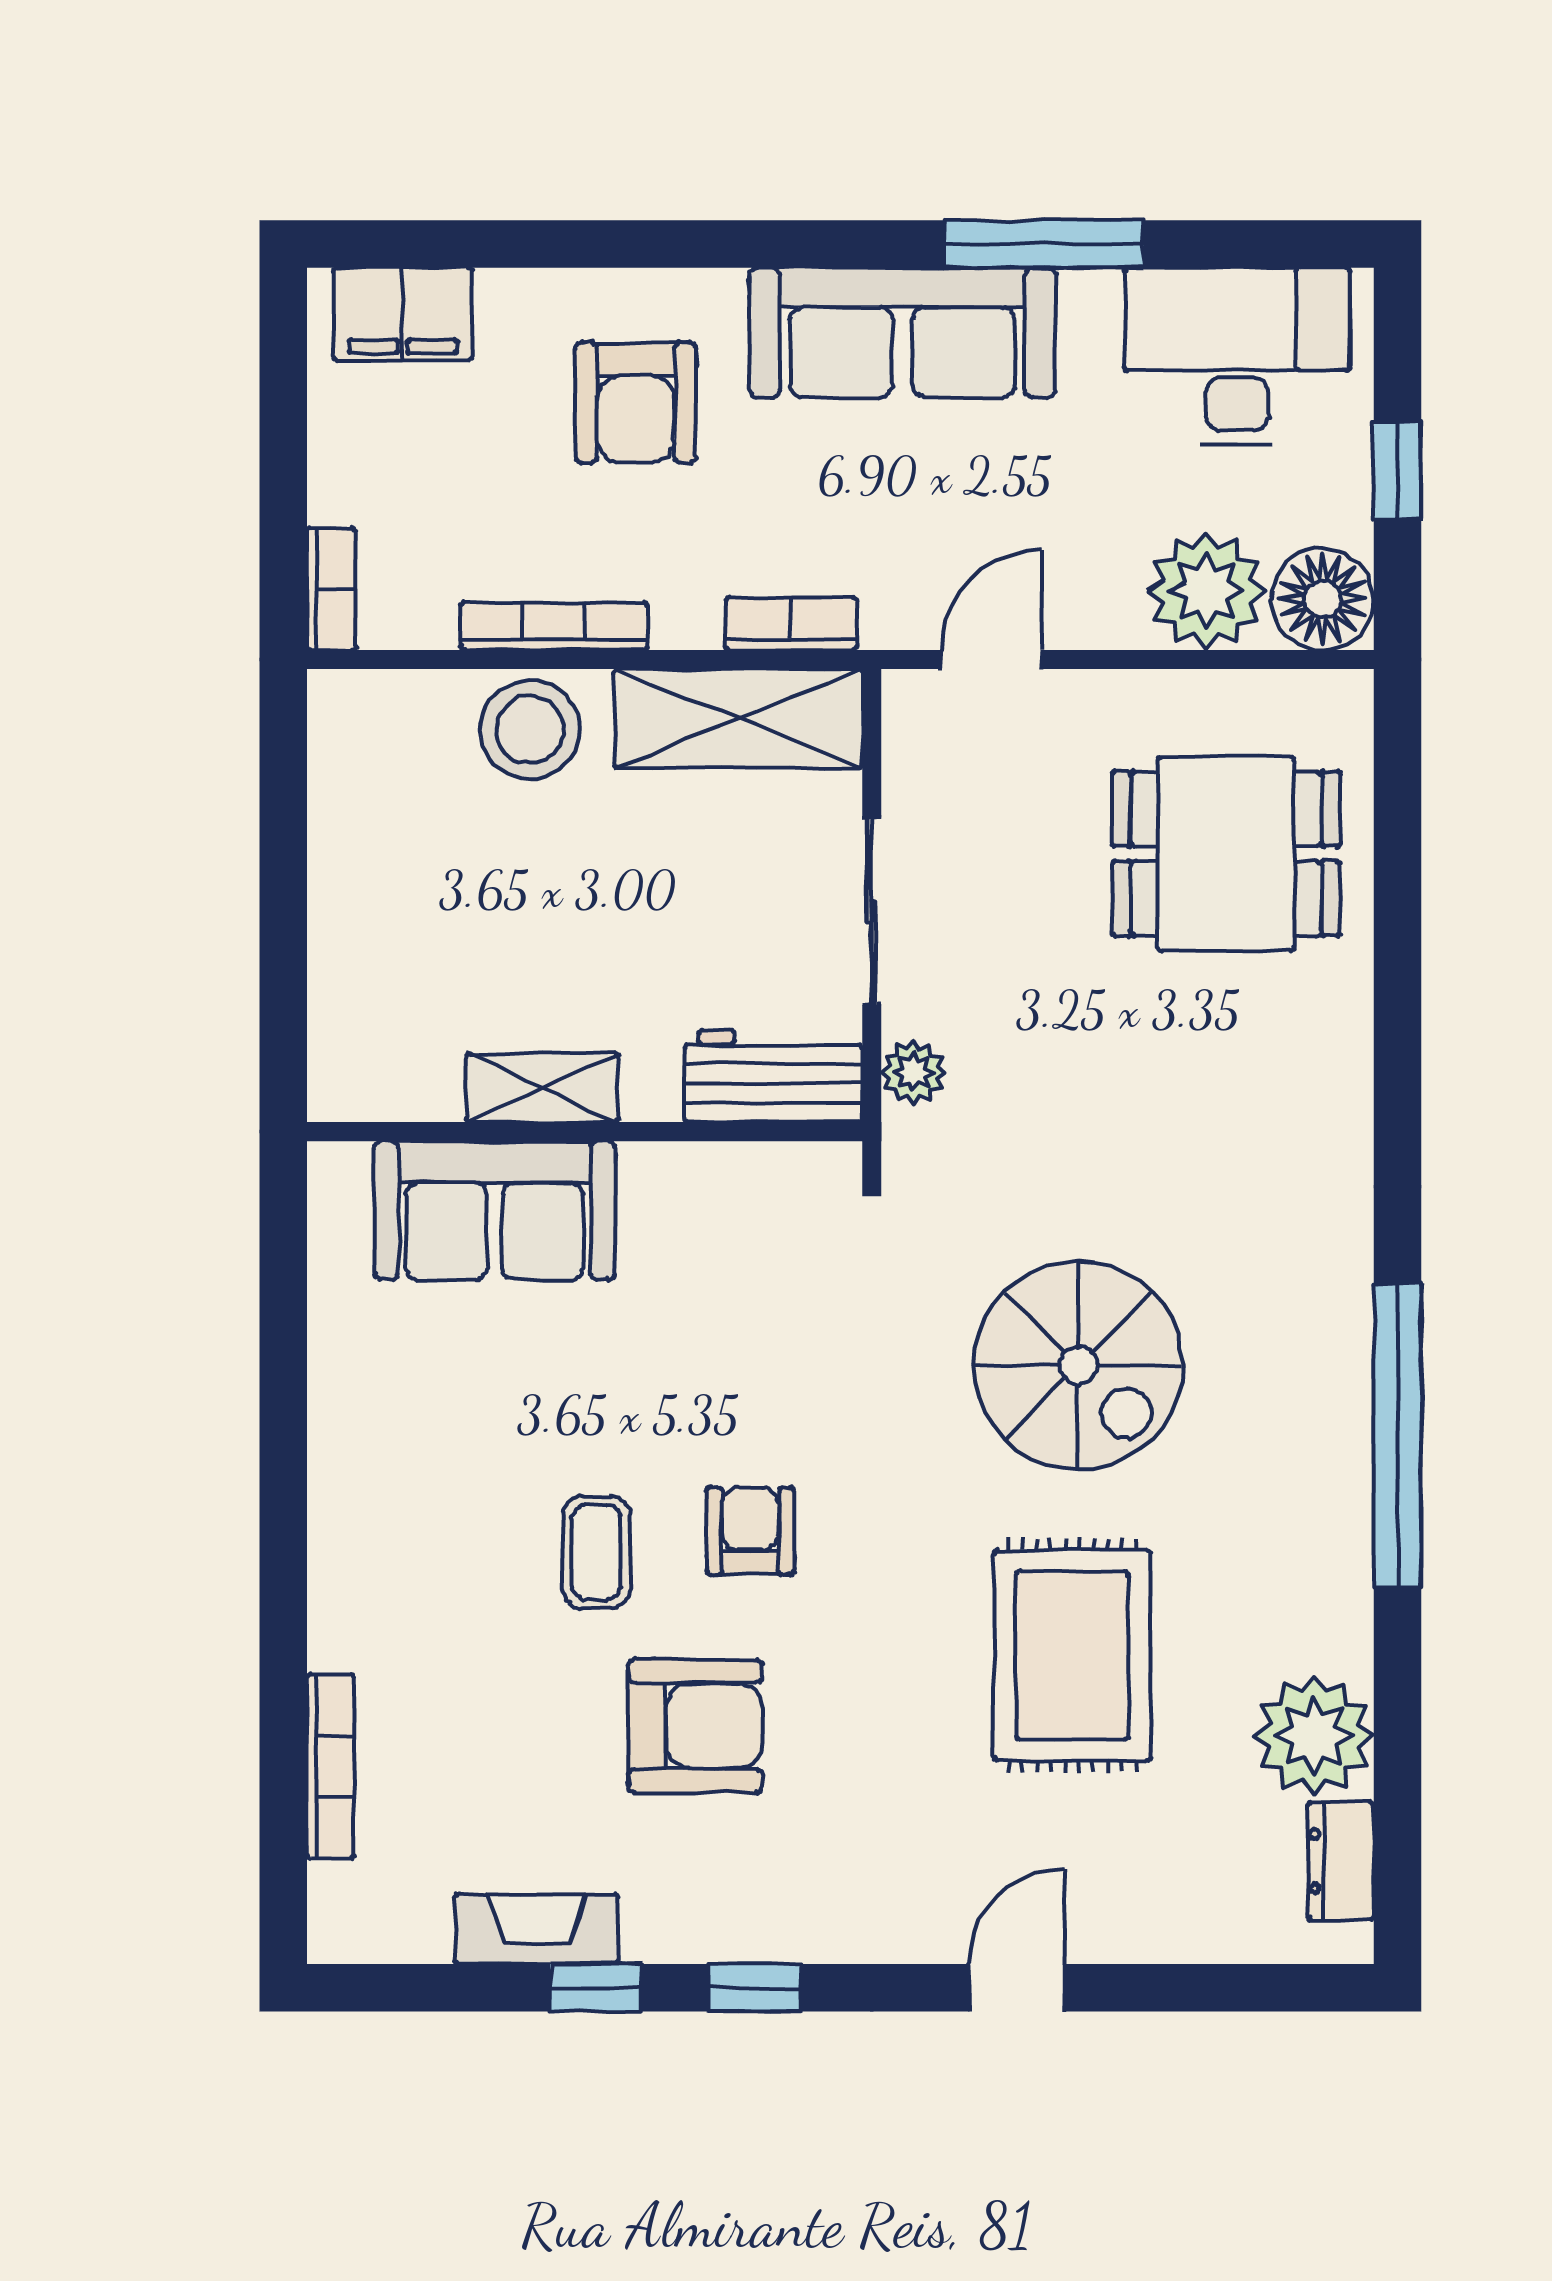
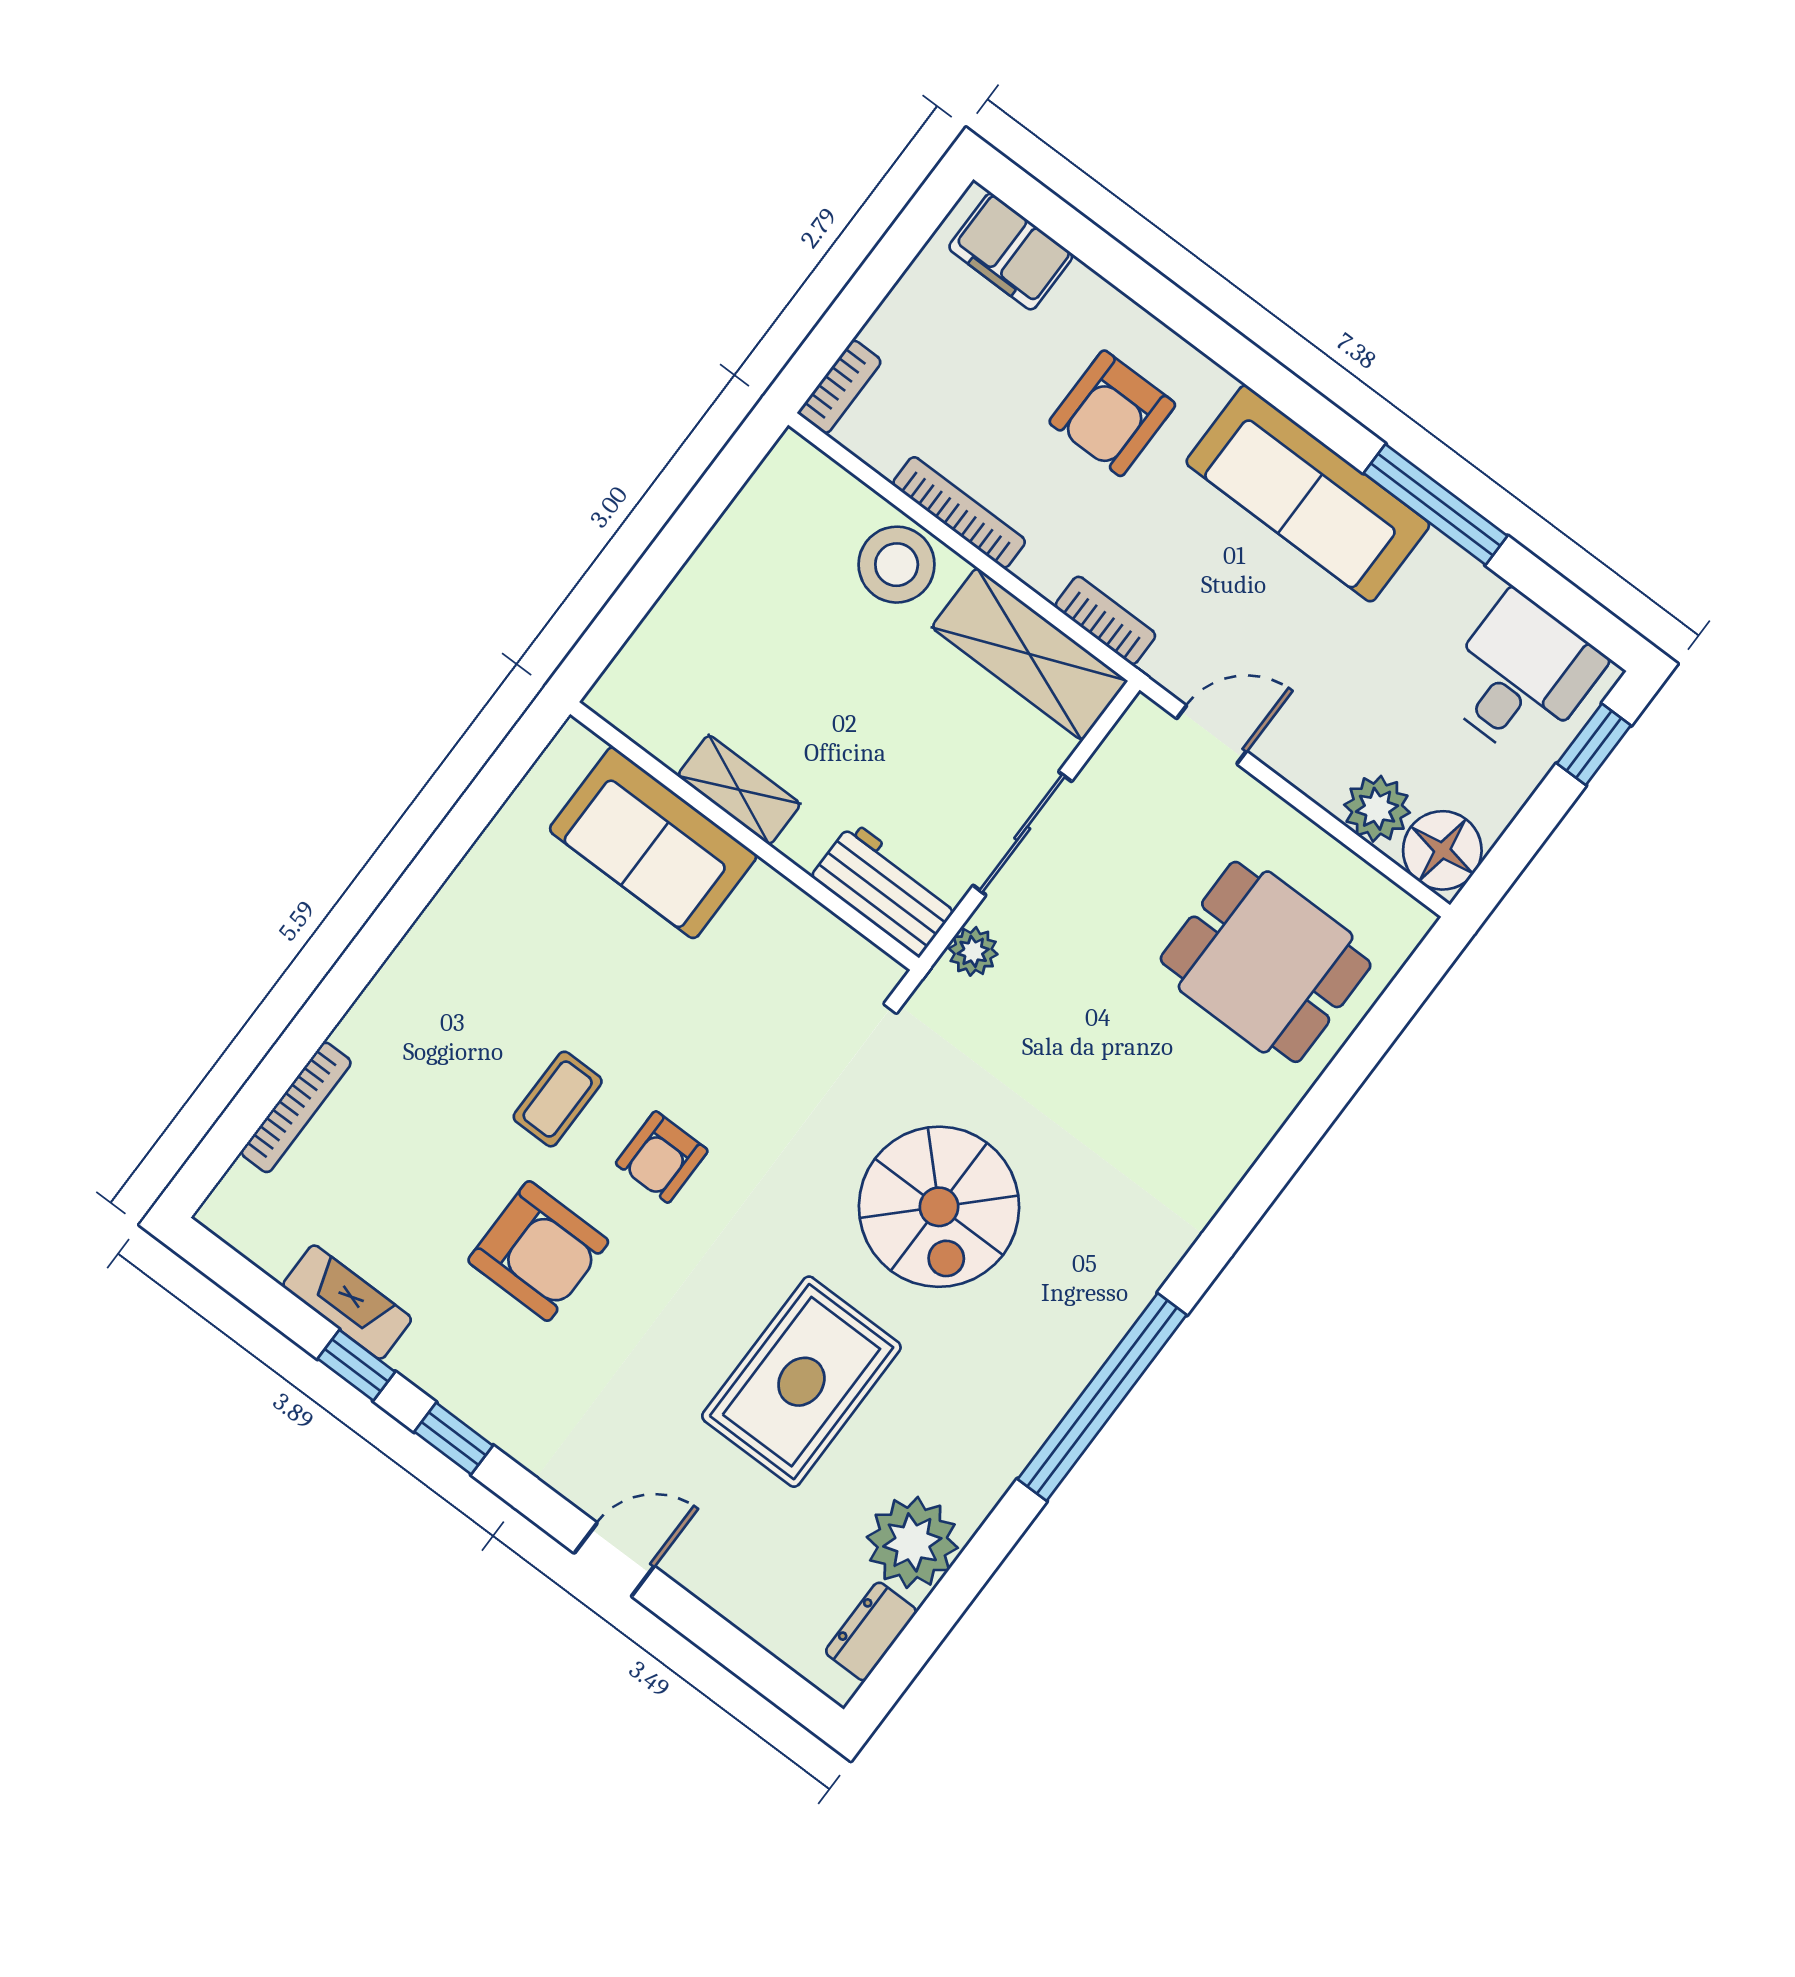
desk: (1237, 356) -> (1521, 676), width x0.73
window: (1397, 471) -> (1594, 744), moved
plant: (1206, 591) -> (1377, 809), width x0.73, depth x0.73
armchair: (750, 1531) -> (662, 1157), turned 180

